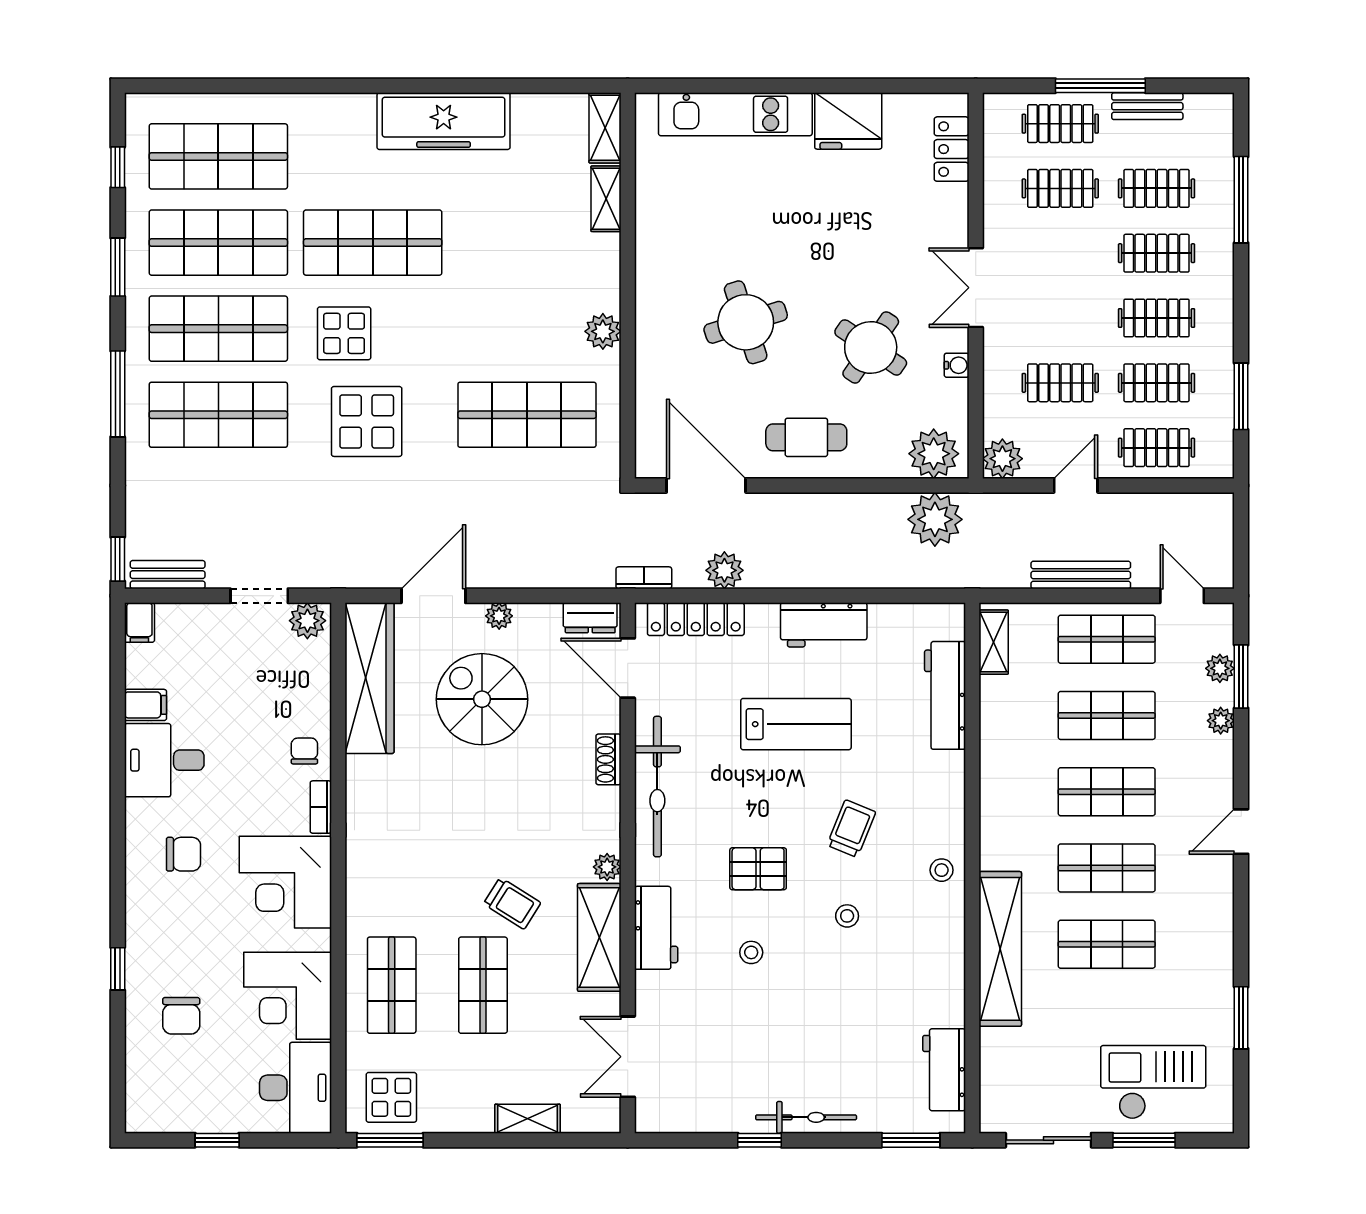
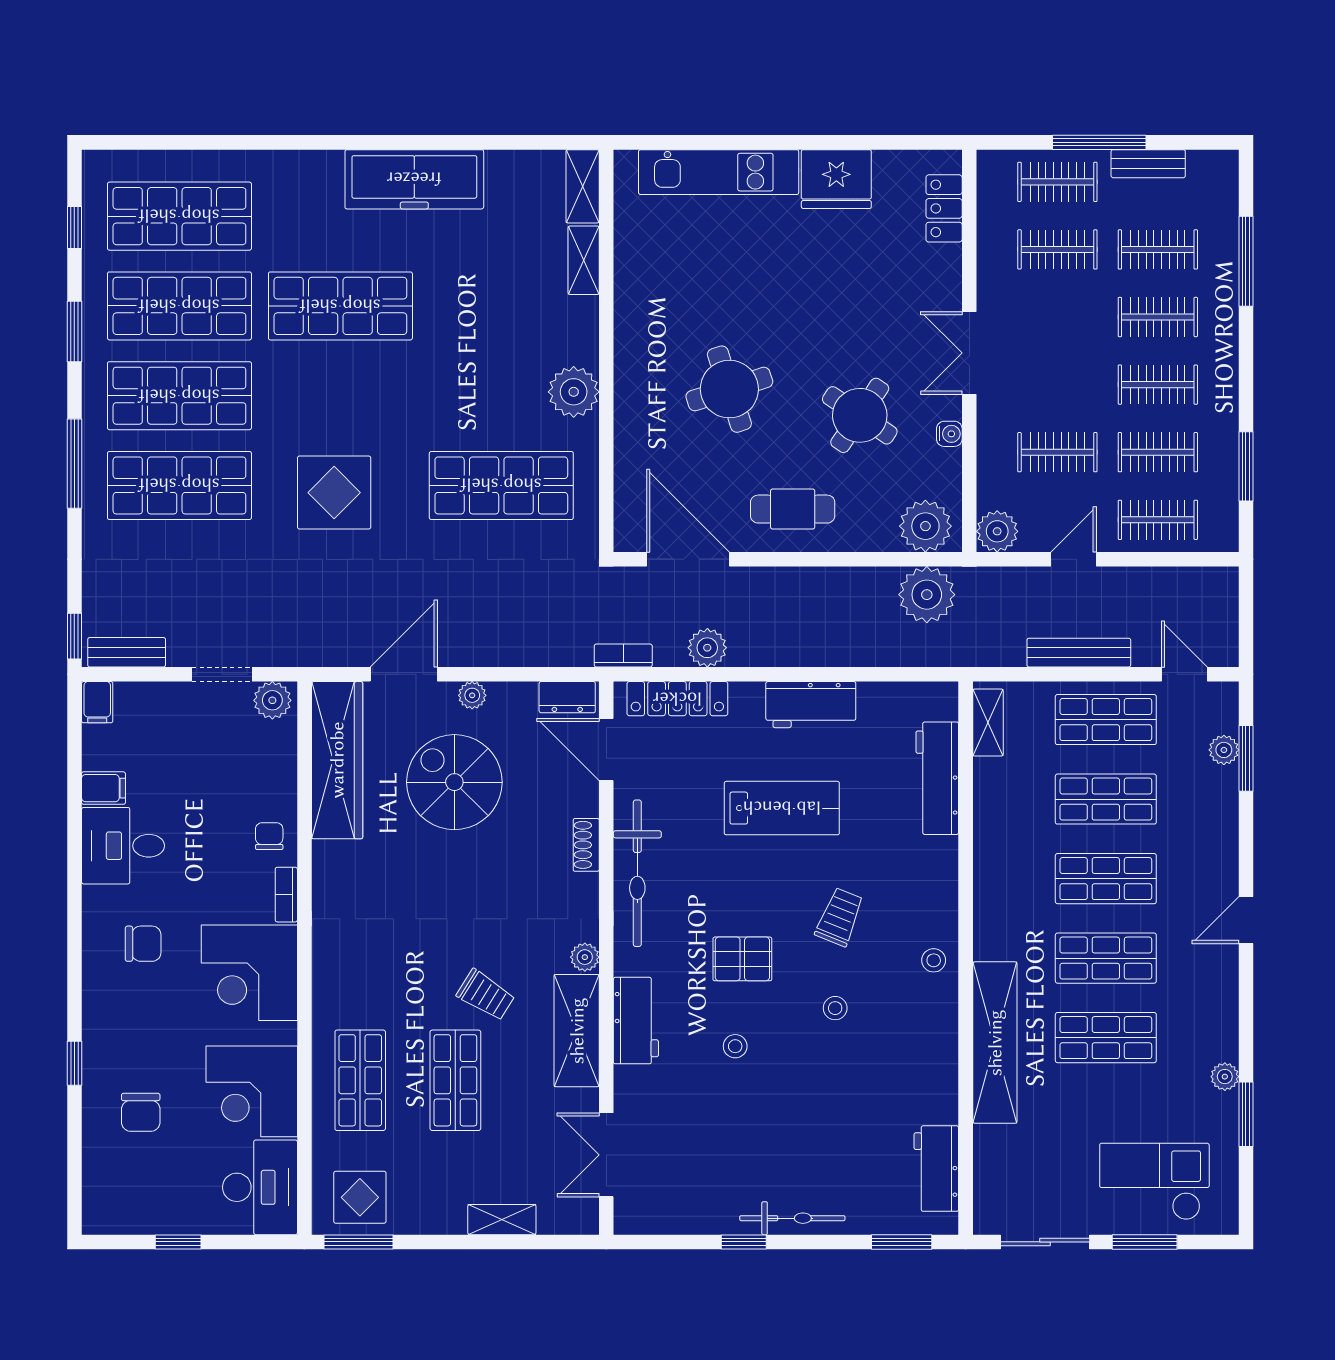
plant: (603, 331) -> (574, 392), width x1.36, depth x1.36
display table: (344, 333) -> (311, 401), removed
plant: (1221, 721) -> (1225, 1077), moved

